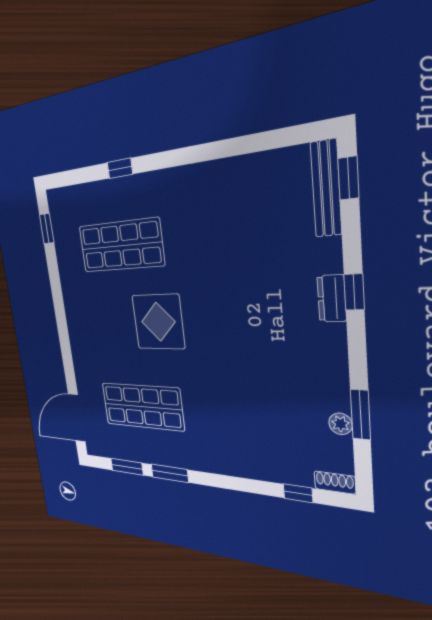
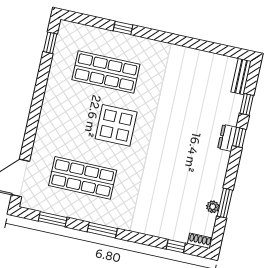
window: (348, 178) -> (247, 104), moved
bench: (326, 189) -> (241, 76), width x0.73
window: (170, 473) -> (102, 230), moved

